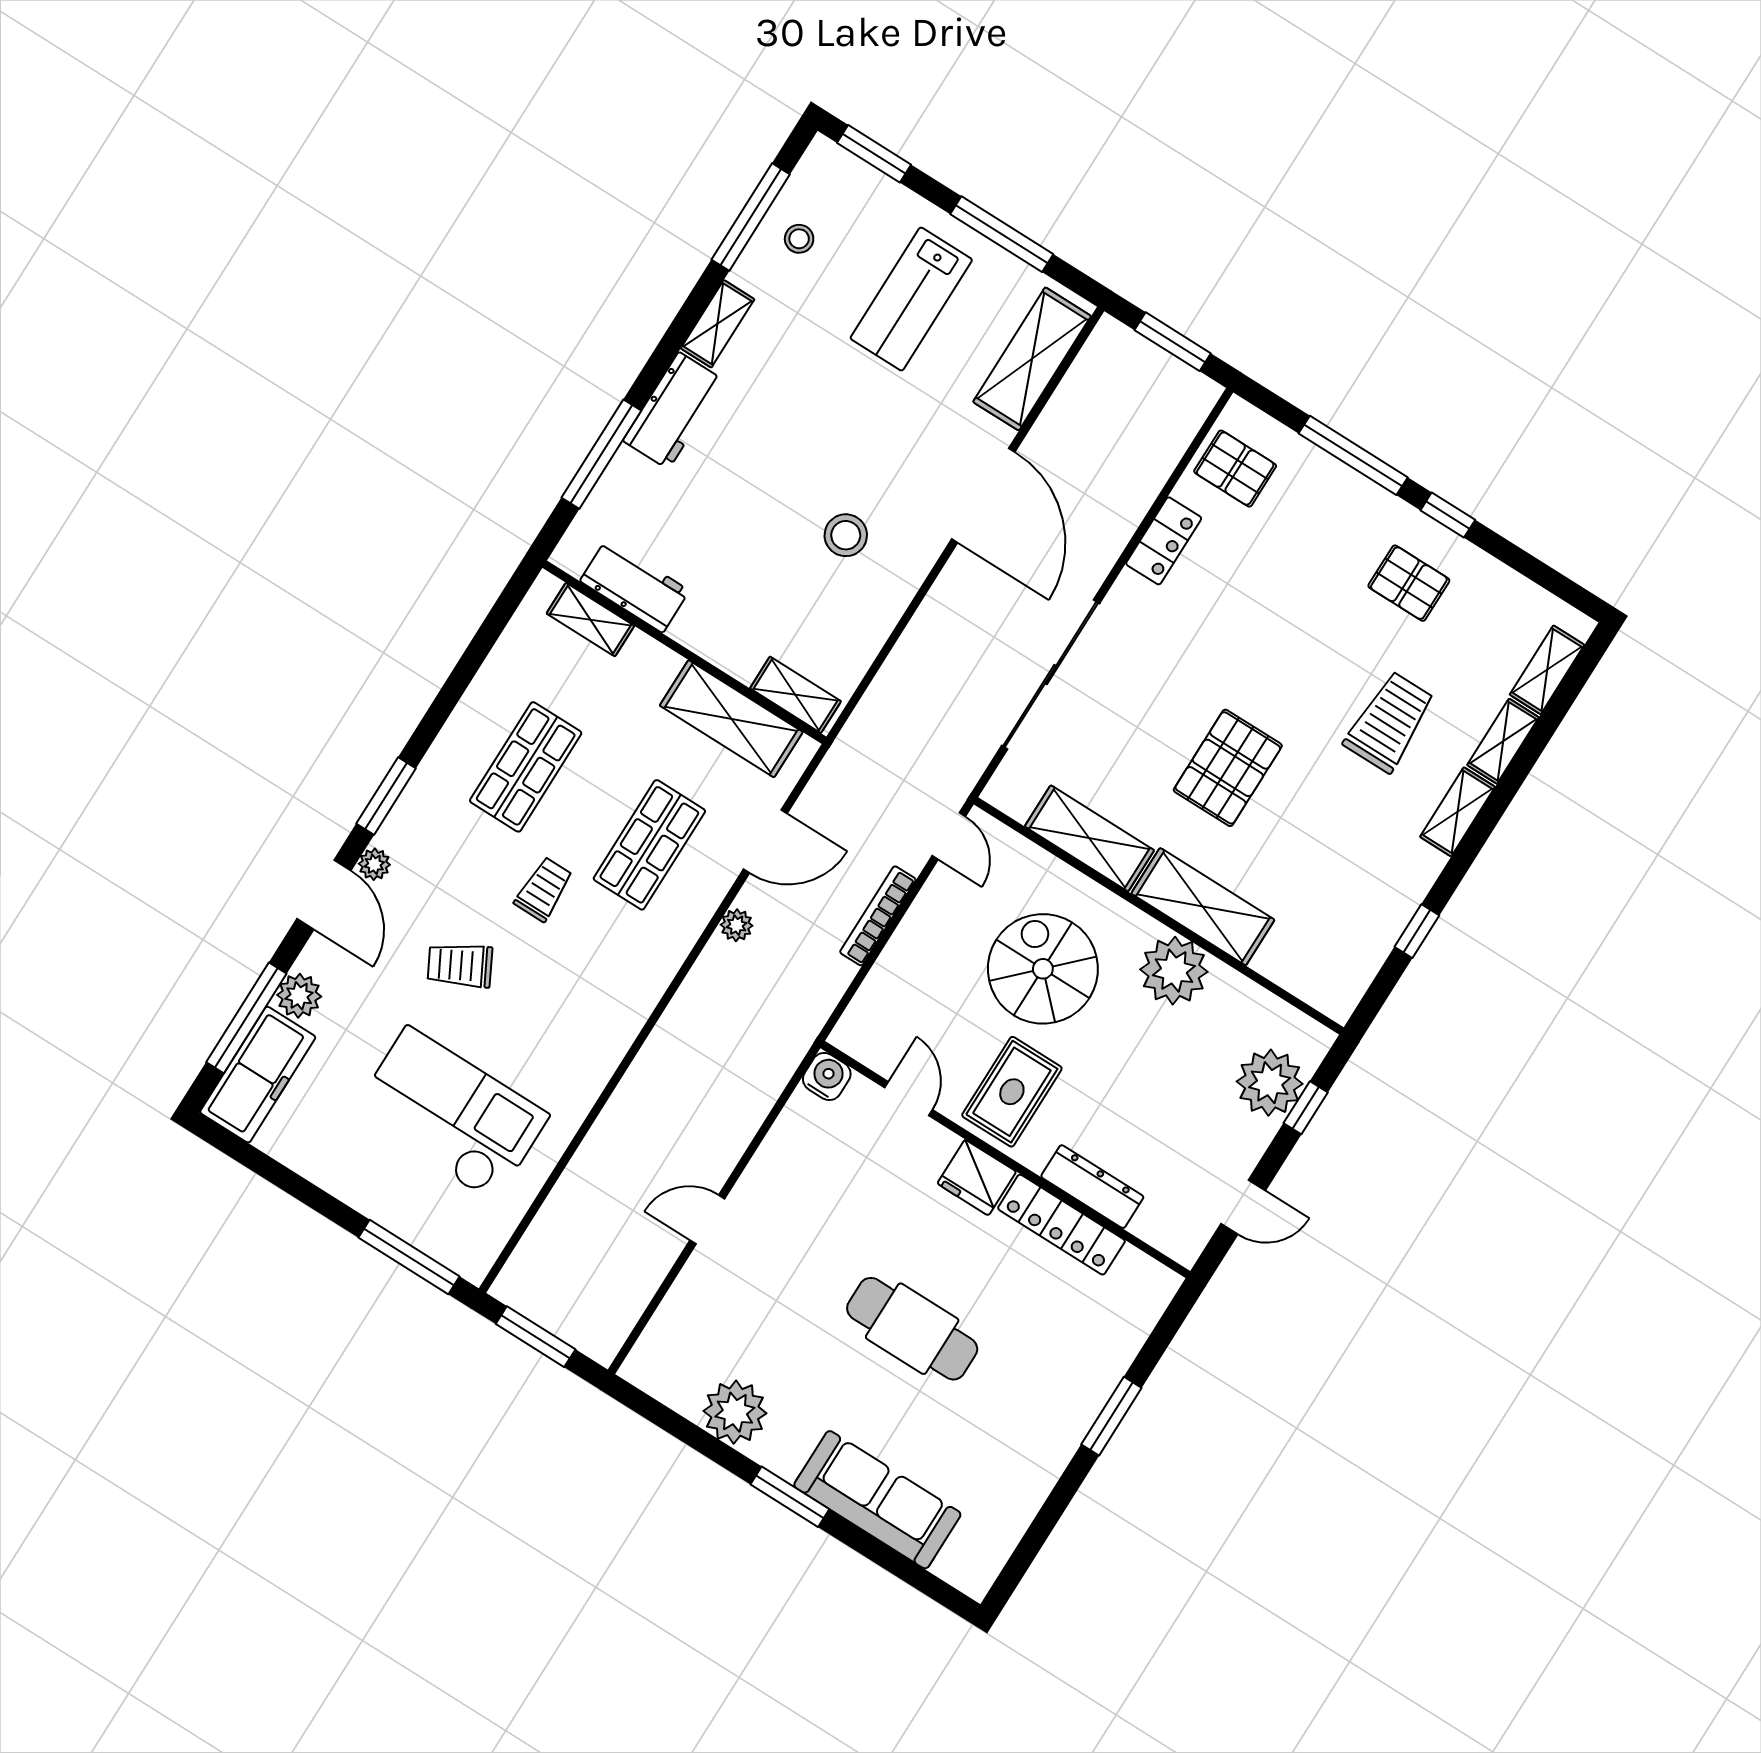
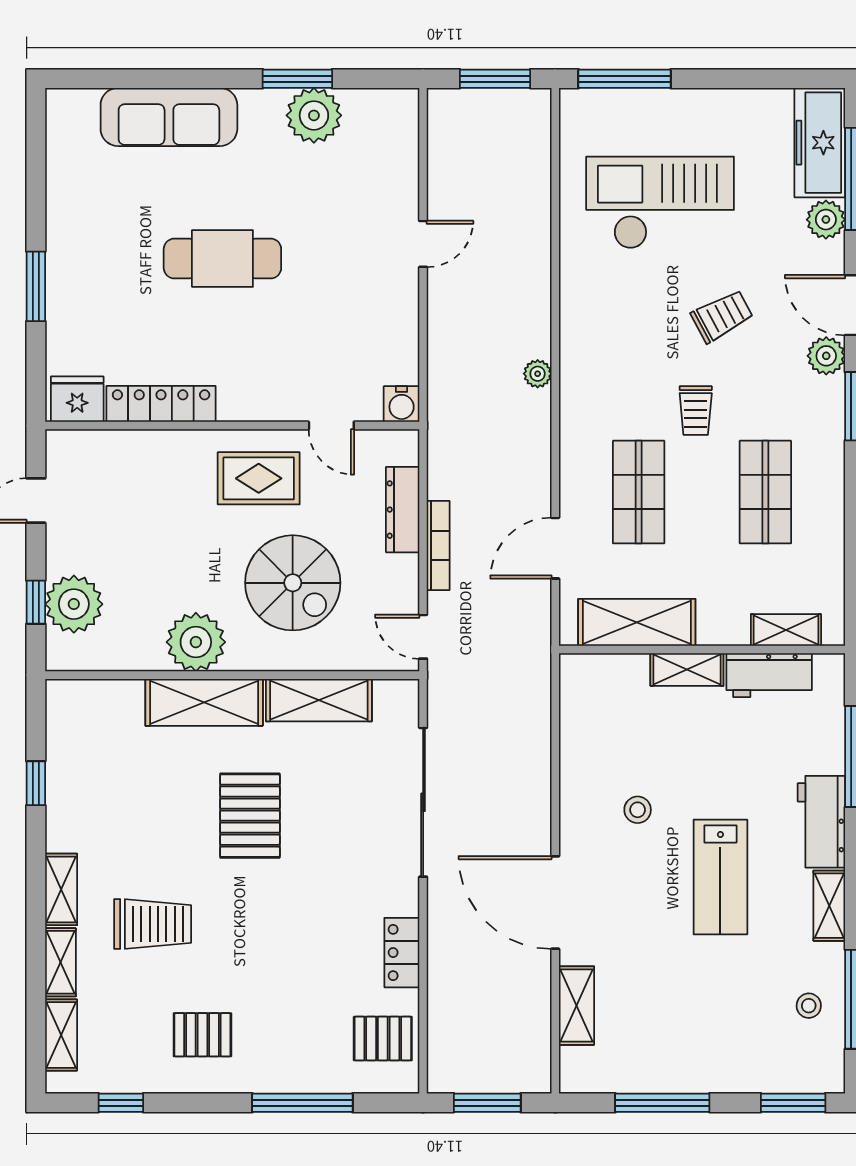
lab bench: (911, 299) -> (720, 877), moved, turned 180
shelving: (1032, 359) -> (577, 1006), width x0.67, depth x0.75
window: (1448, 515) -> (121, 1103), moved
stool: (846, 535) -> (638, 810), width x0.73, depth x0.73
shelving: (795, 695) -> (687, 670), moved
trolley: (1390, 722) -> (153, 924), turned -90
plant: (374, 864) -> (826, 356), width x1.38, depth x1.38
plant: (737, 925) -> (538, 374), moved
rug: (1012, 1092) -> (259, 478), turned 90
checkout: (451, 1114) -> (660, 203), turned 180
fridge: (977, 1178) -> (77, 399), moved
dresser: (1092, 1187) -> (403, 510), moved, turned 90
window: (790, 1497) -> (297, 79), moved

